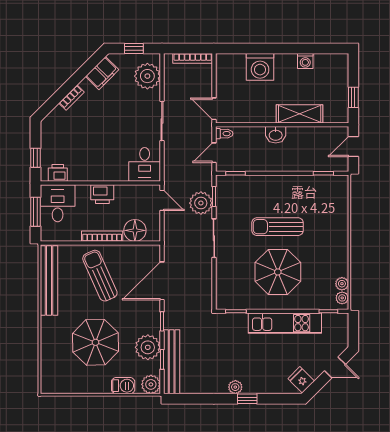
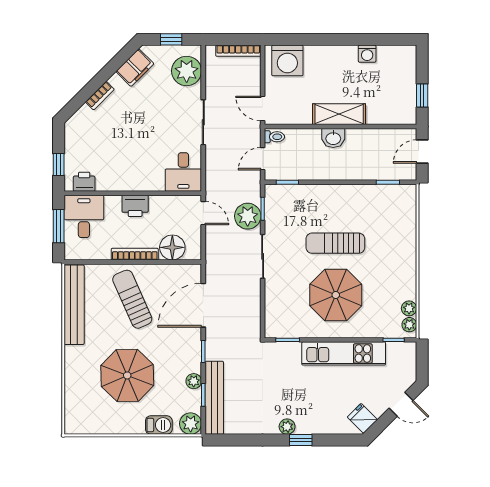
washing machine: (260, 67) -> (287, 60), moved
shelving: (300, 114) -> (339, 114), moved
plant: (148, 347) -> (194, 381), width x0.53, depth x0.53

